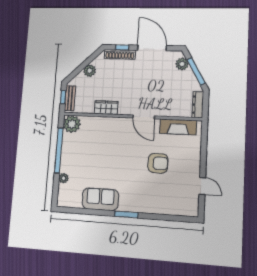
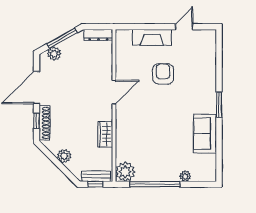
fireplace: (178, 127) -> (152, 37), moved, turned 90

